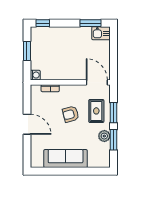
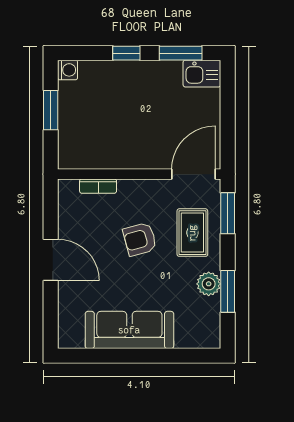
window: (43, 23) -> (126, 53), moved
washing machine: (35, 75) -> (68, 70), moved
door: (97, 82) -> (193, 174), hinge flipped
window: (114, 113) -> (228, 213), moved

